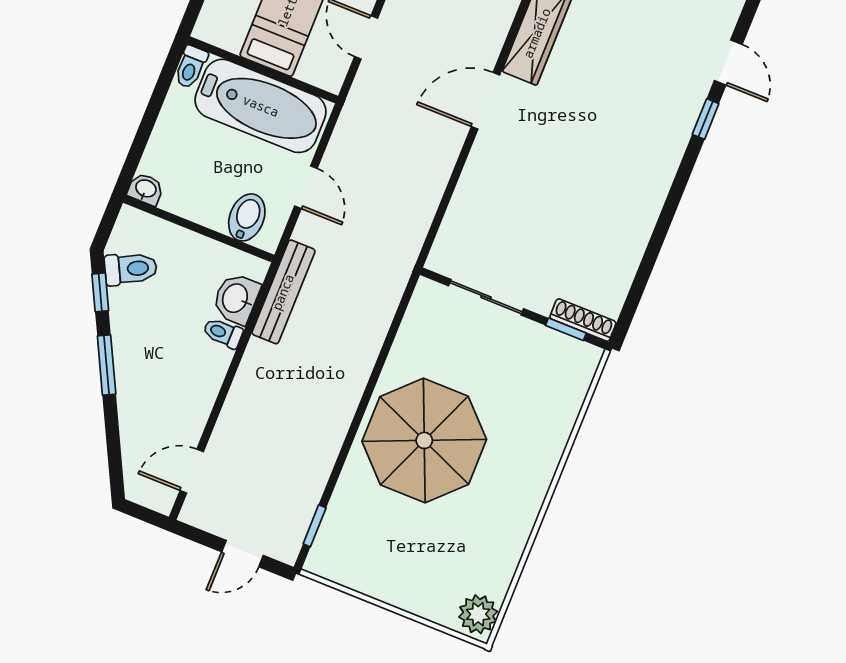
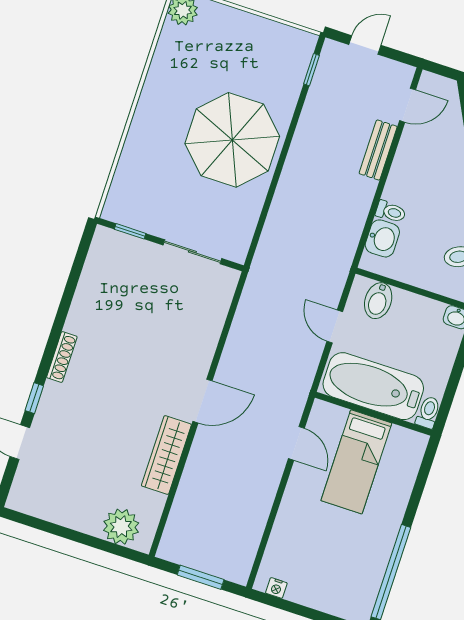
bench: (283, 292) -> (378, 150), moved, width x0.73
shoe rack: (583, 320) -> (62, 357), moved, turned -90

